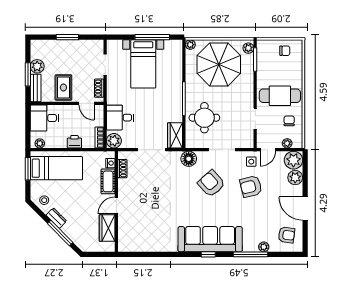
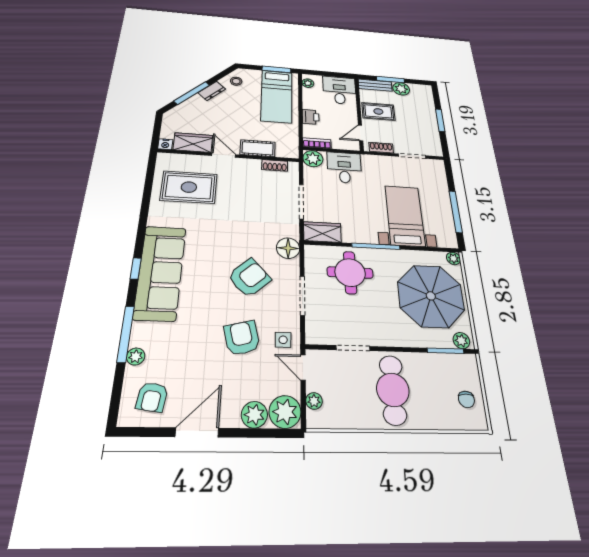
bed with nightstands: (143, 64) -> (405, 216), moved, turned 90
chair: (289, 121) -> (352, 405), removed
nightstand: (110, 163) -> (165, 144), moved
rug: (145, 227) -> (189, 187), added

